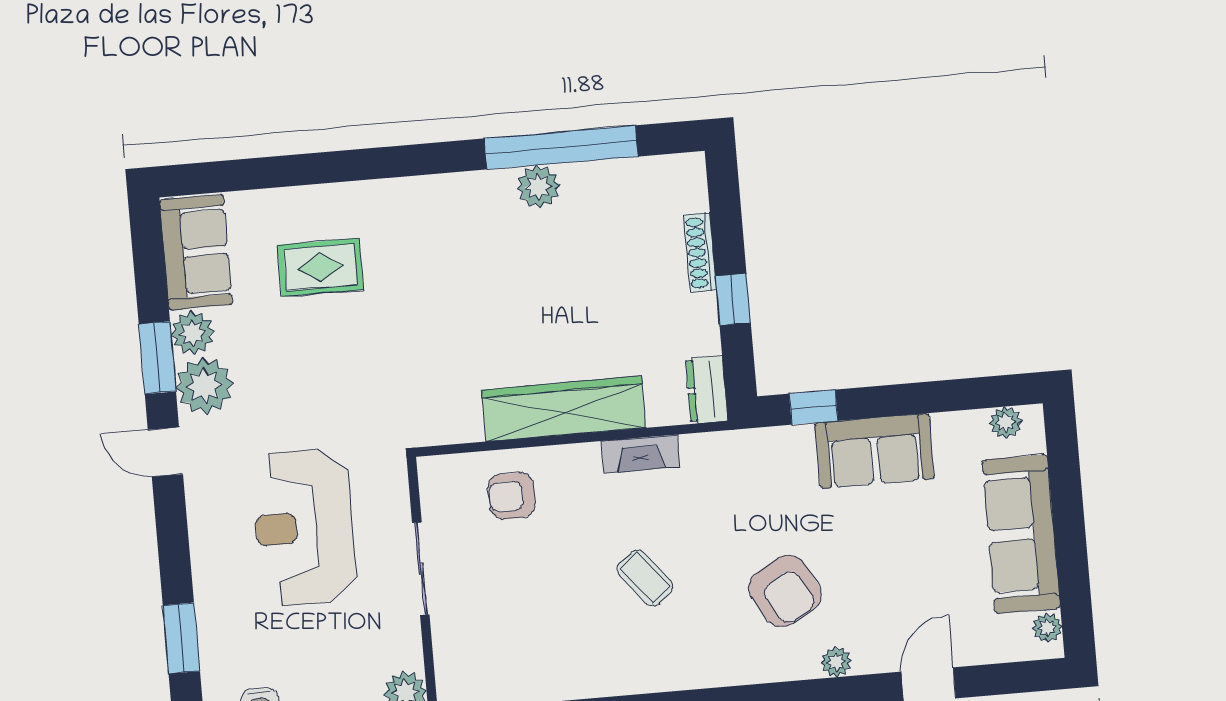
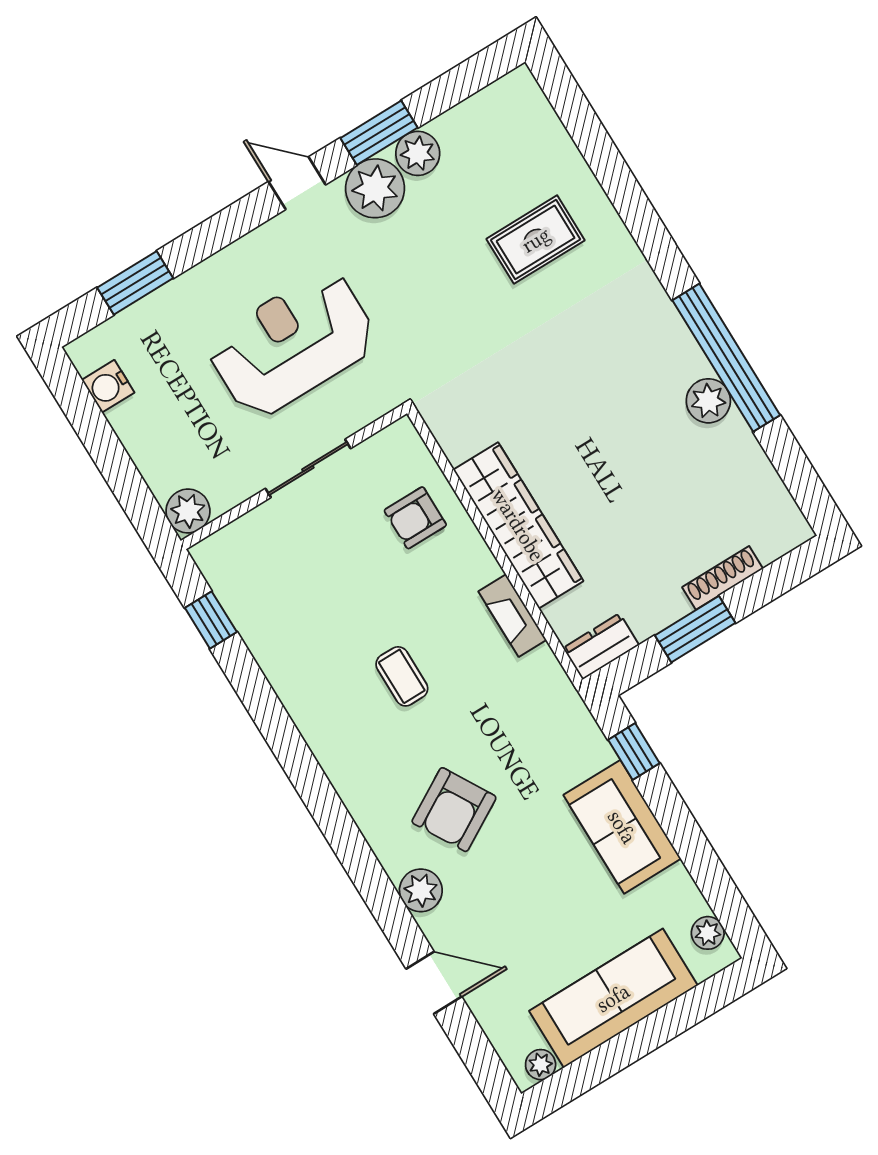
window: (561, 147) -> (726, 358), moved
sofa: (196, 252) -> (493, 120), removed
rug: (320, 267) -> (536, 240), turned 90
window: (733, 299) -> (695, 629), width x1.50
door: (165, 452) -> (297, 183), hinge flipped
armchair: (512, 496) -> (415, 518), turned -90
coffee table: (645, 578) -> (402, 676), turned -51
plant: (836, 662) -> (421, 890), width x1.38, depth x1.38

